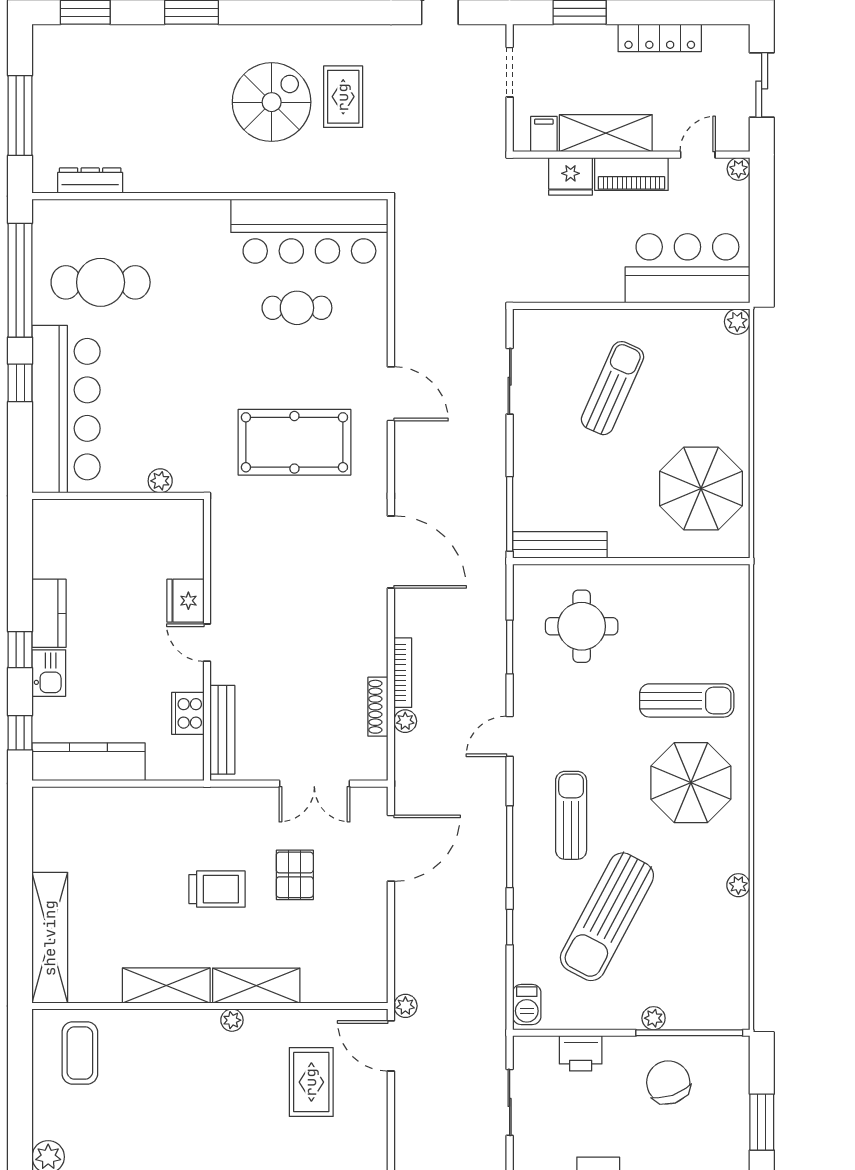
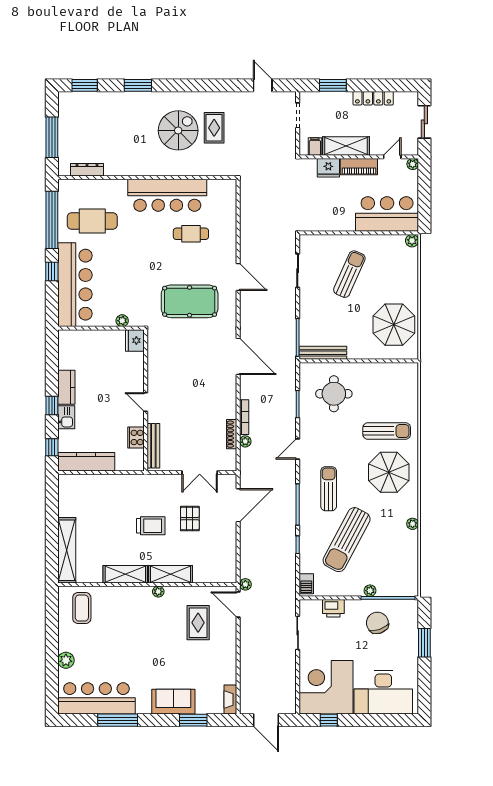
bar counter: (309, 231) -> (167, 195), moved
fridge: (185, 601) -> (135, 341), moved

